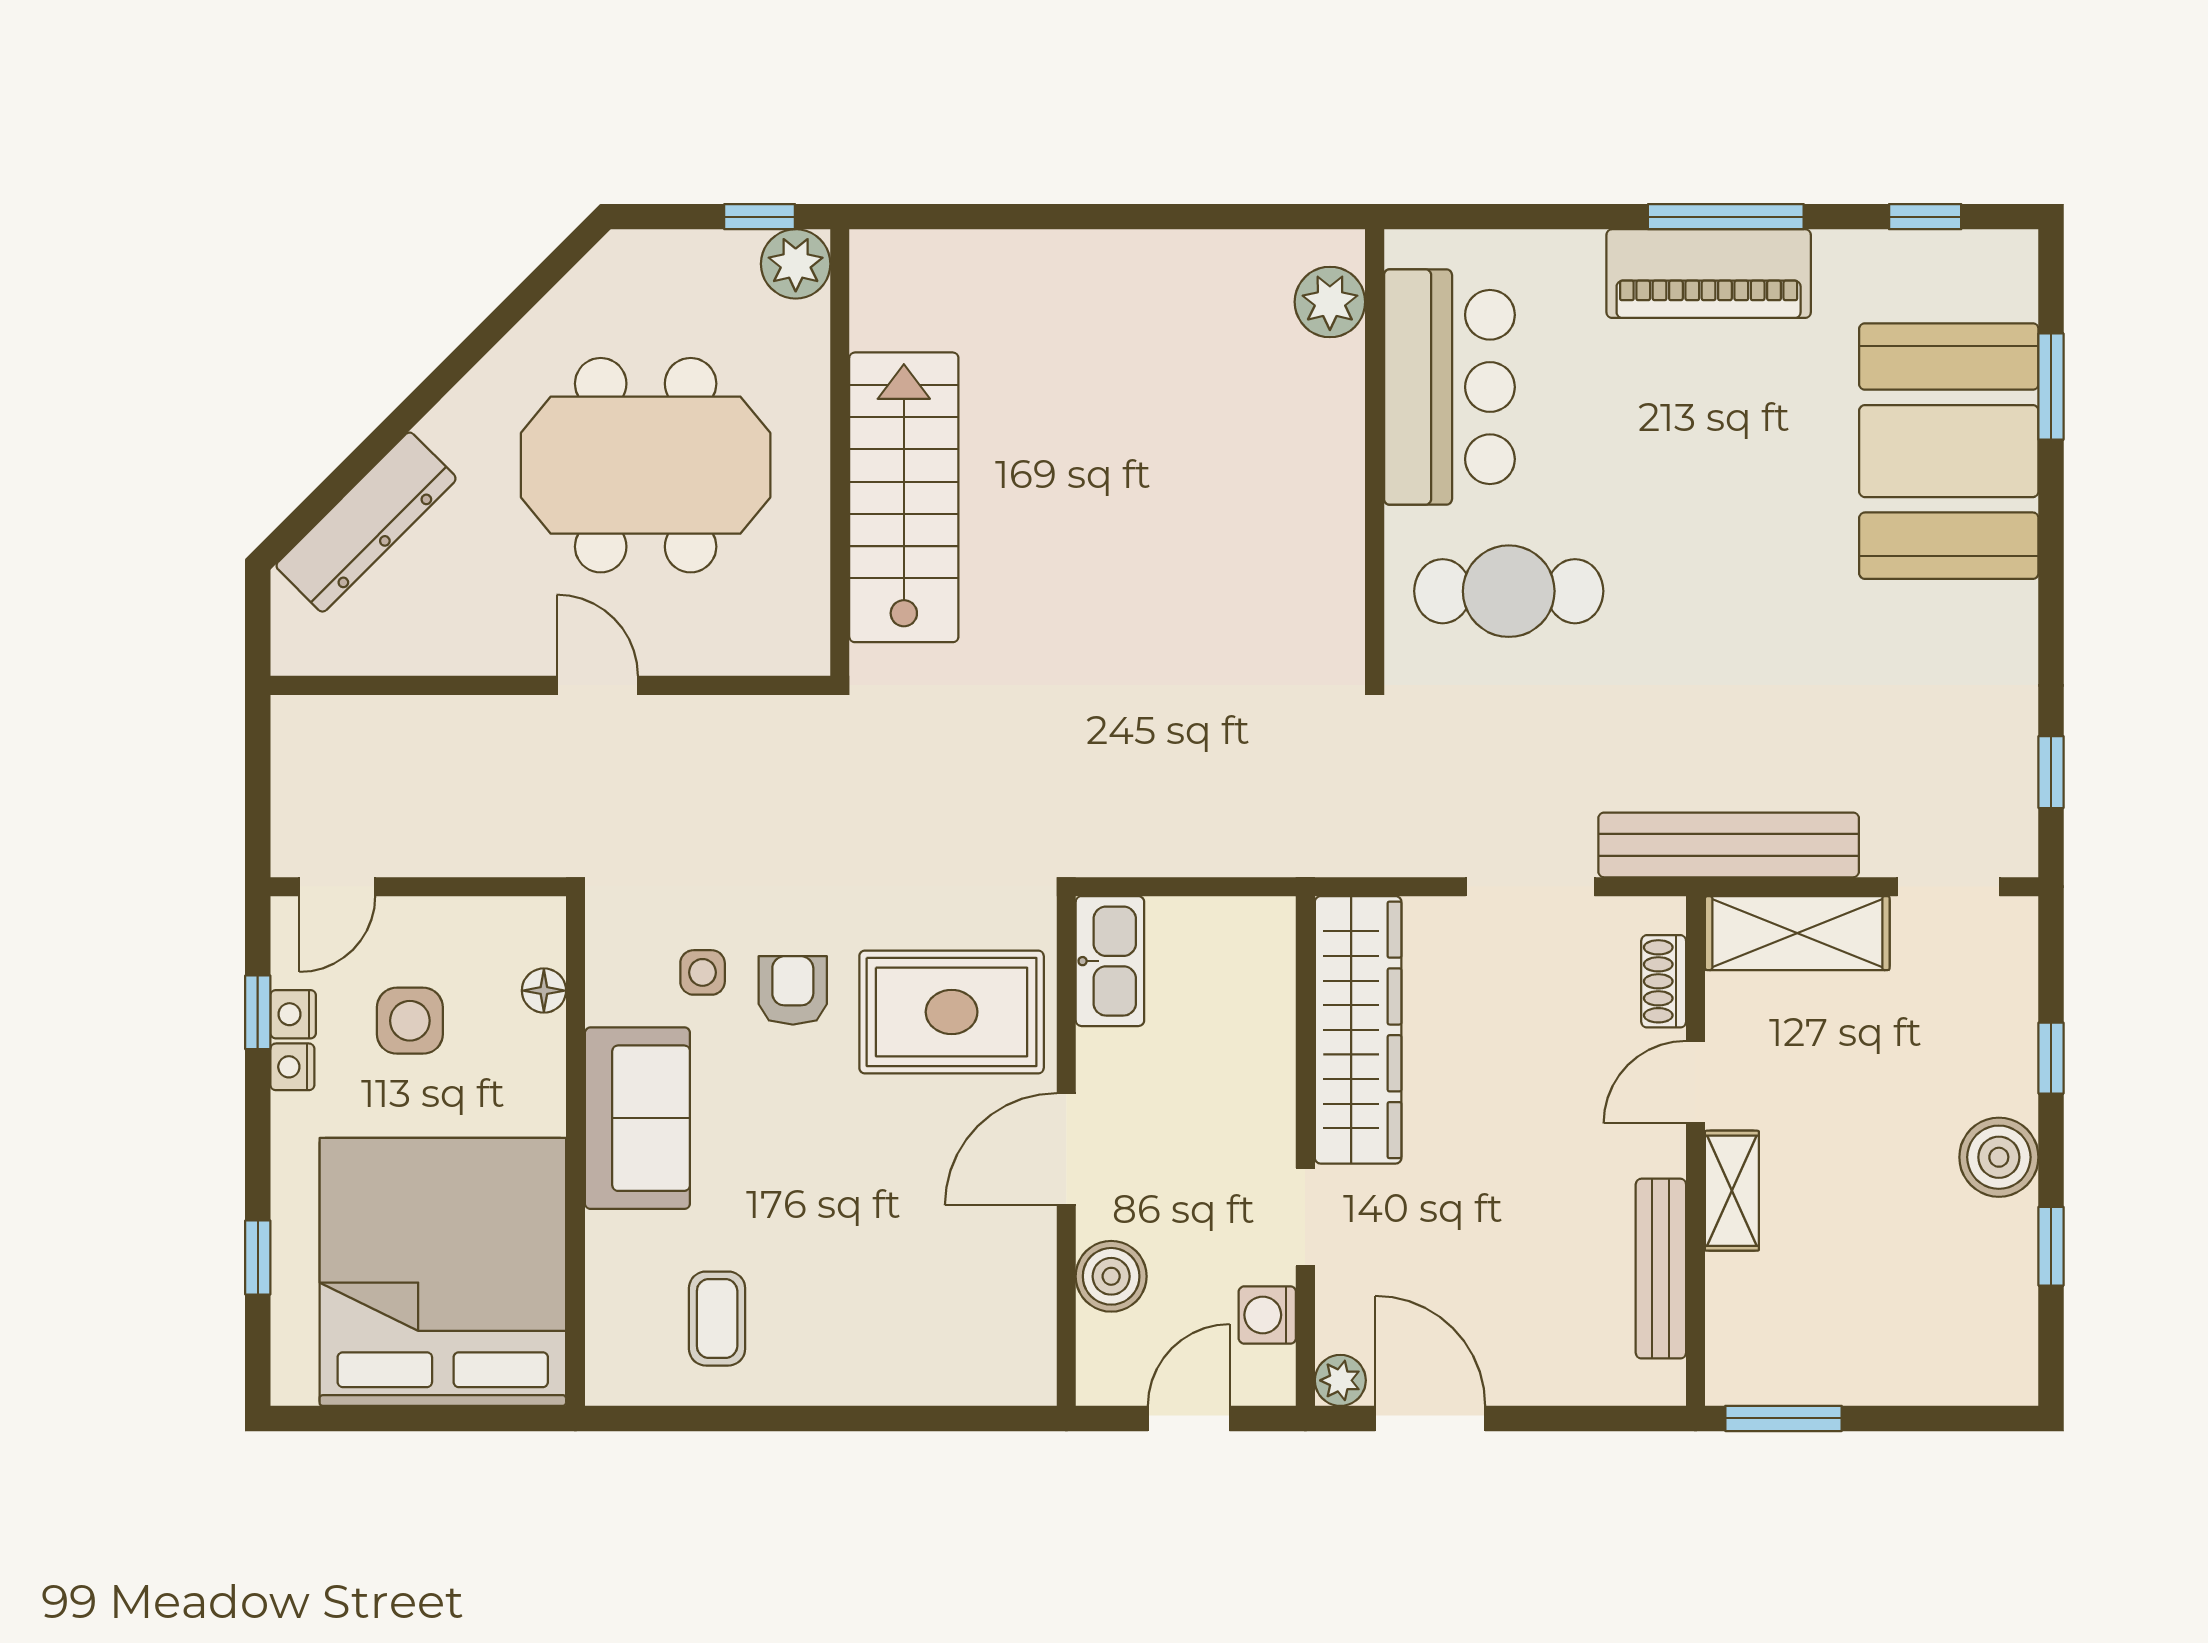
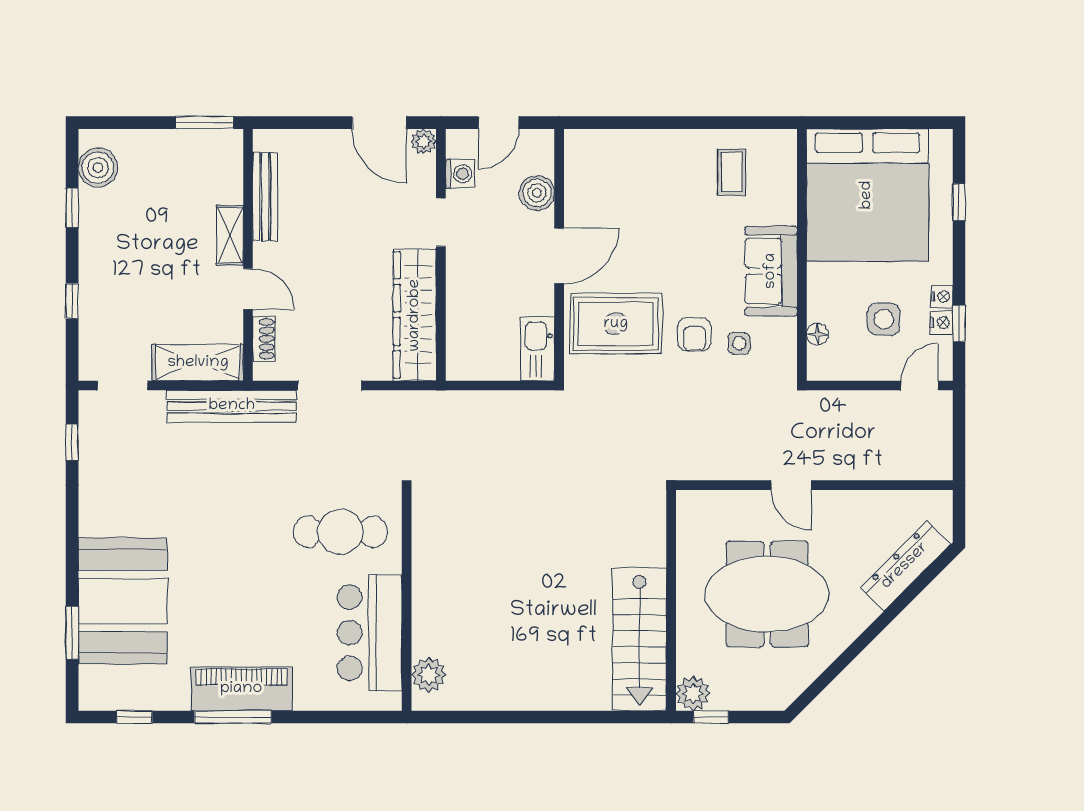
stairs: (904, 497) -> (639, 639), moved
door: (1696, 1082) -> (248, 289), hinge flipped
boiler: (1999, 1157) -> (98, 168), moved

